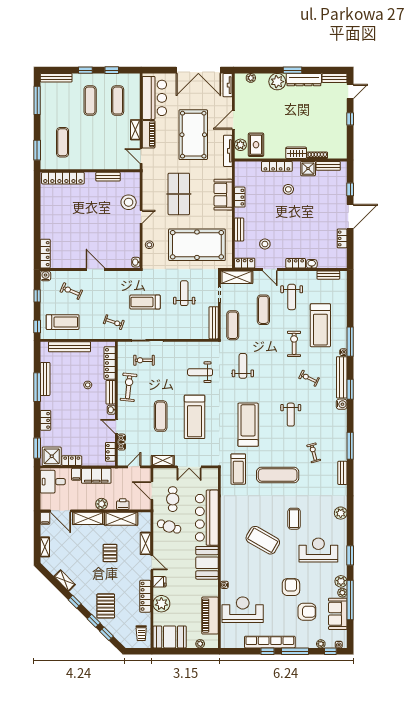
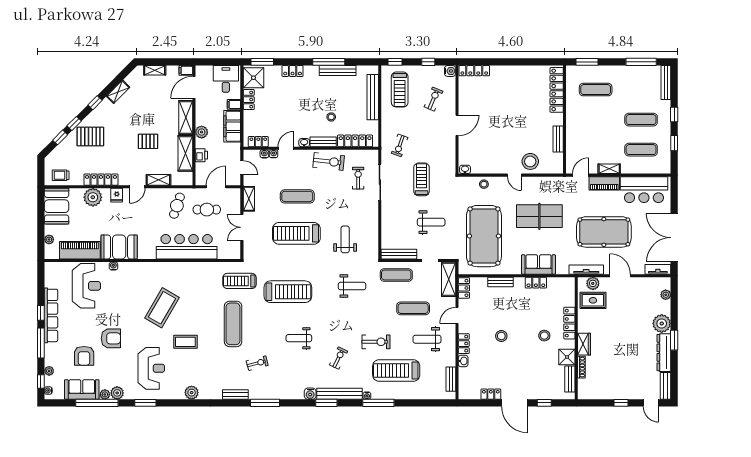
stool: (265, 244) -> (501, 336), moved
booth: (207, 563) -> (119, 247), moved

